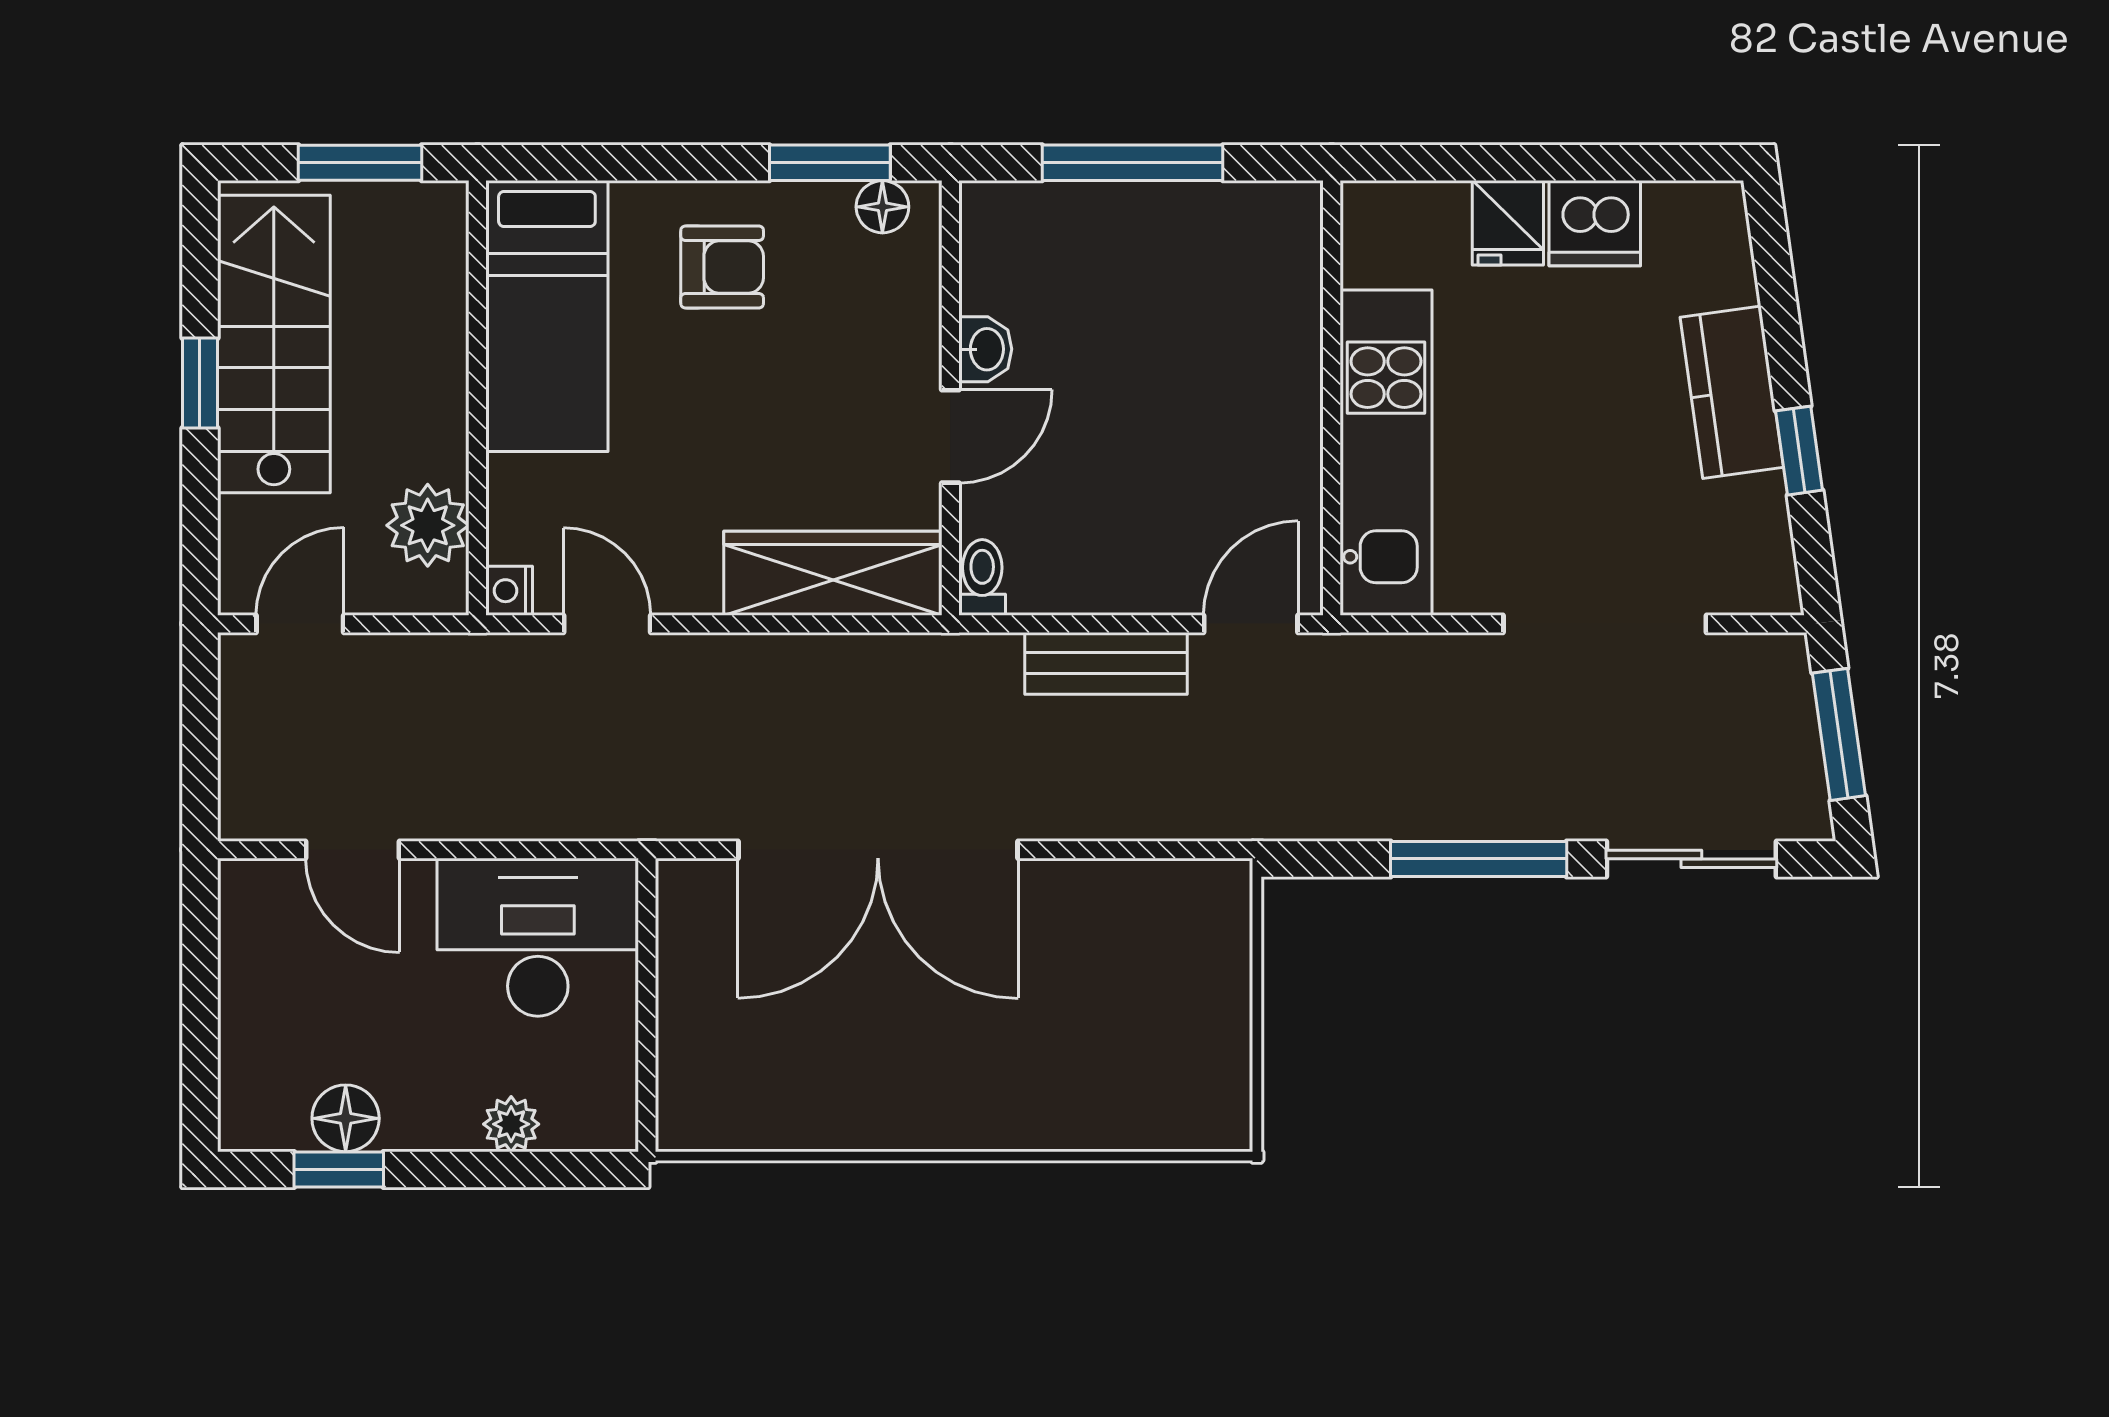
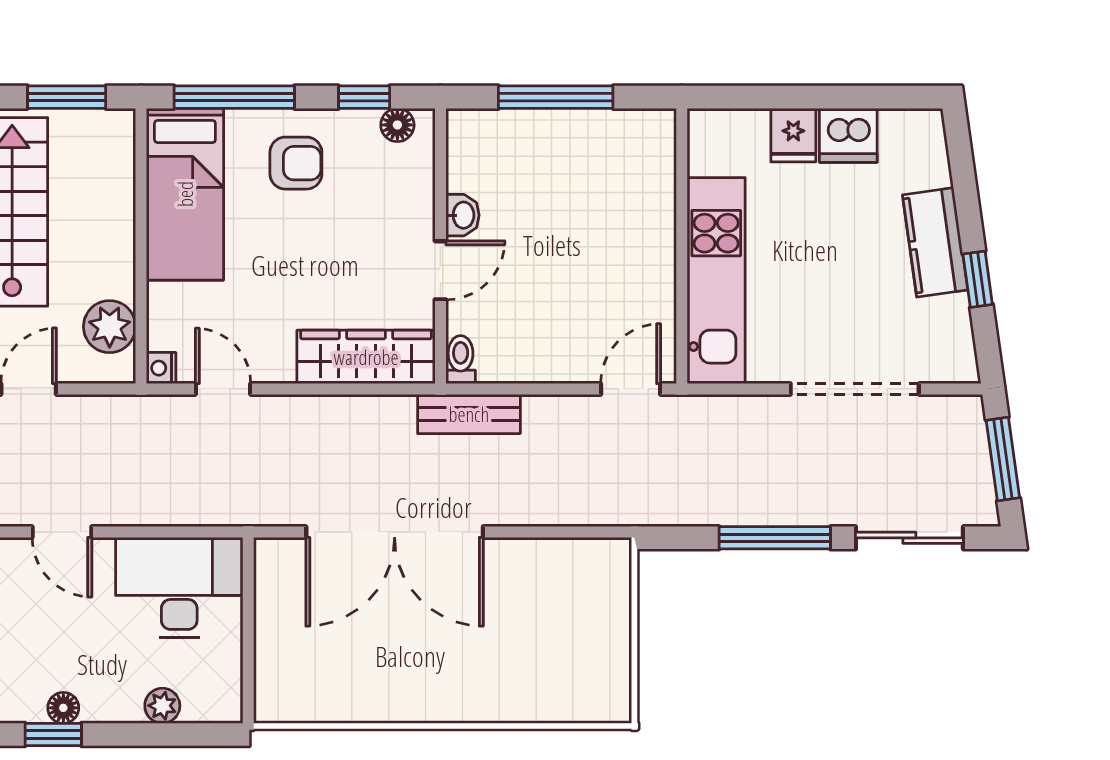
window: (625, 163) -> (234, 97), added
window: (830, 163) -> (364, 97), width x0.67
bench: (1106, 663) -> (469, 414), moved
floor lamp: (346, 1118) -> (63, 708), width x0.73, depth x0.73

